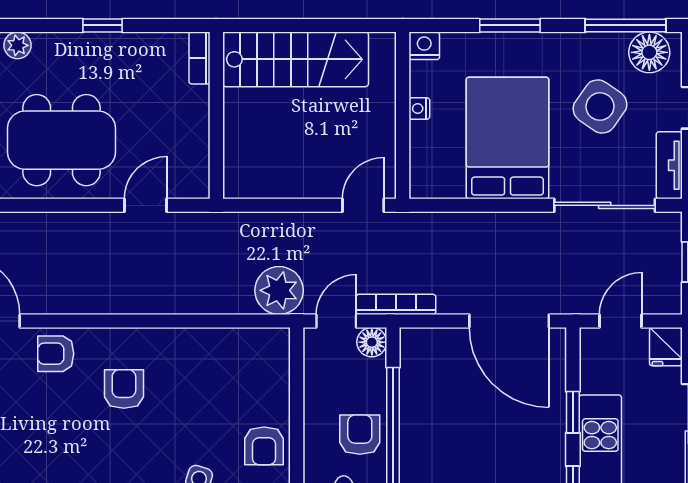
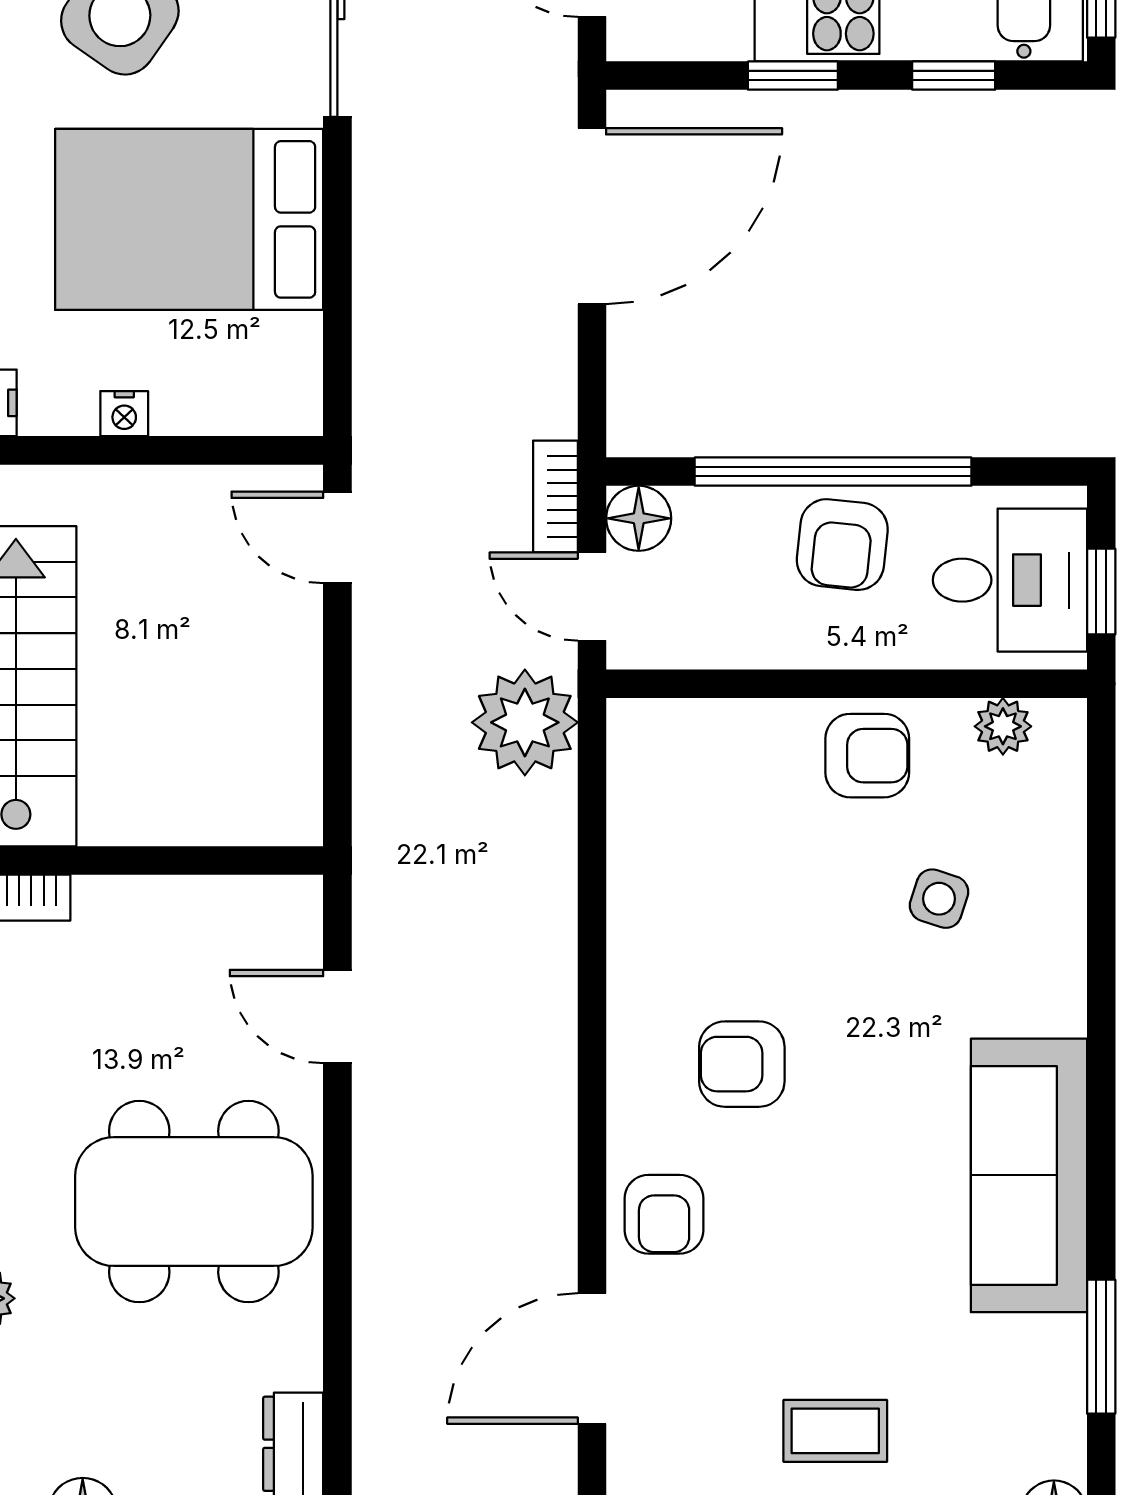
dining table: (61, 140) -> (194, 1202), turned 90
bookcase: (396, 304) -> (555, 496), width x0.64
armchair: (360, 435) -> (842, 545), turned -84

